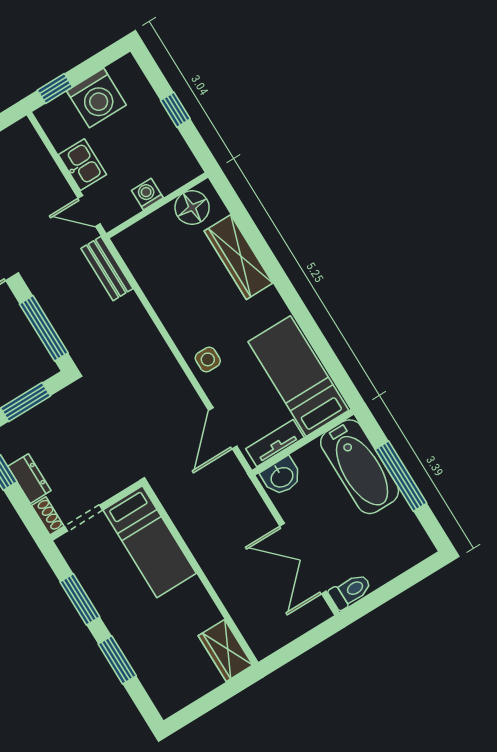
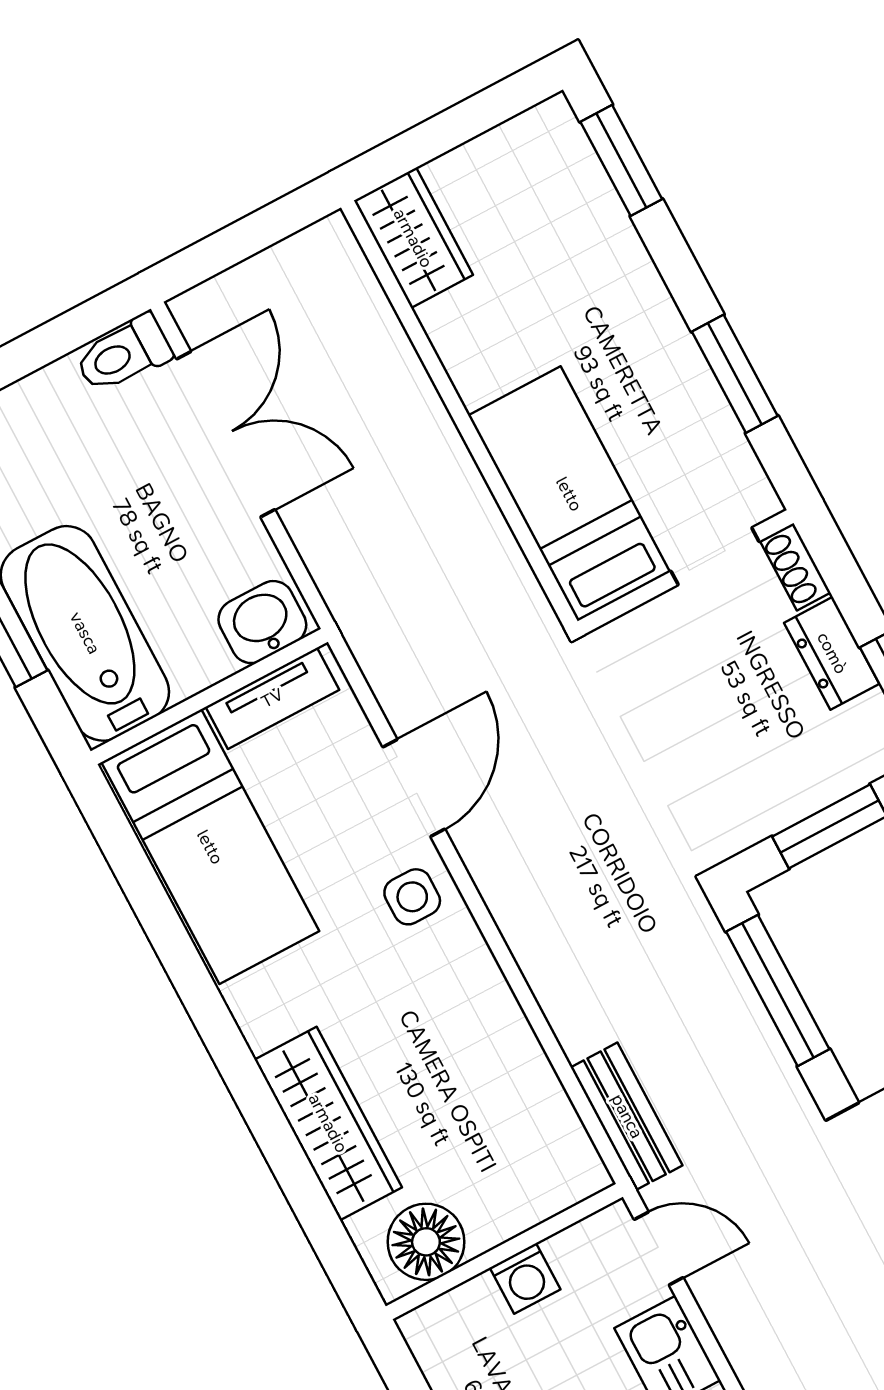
door: (223, 428) -> (414, 788), moved
window: (117, 660) -> (621, 160), moved

